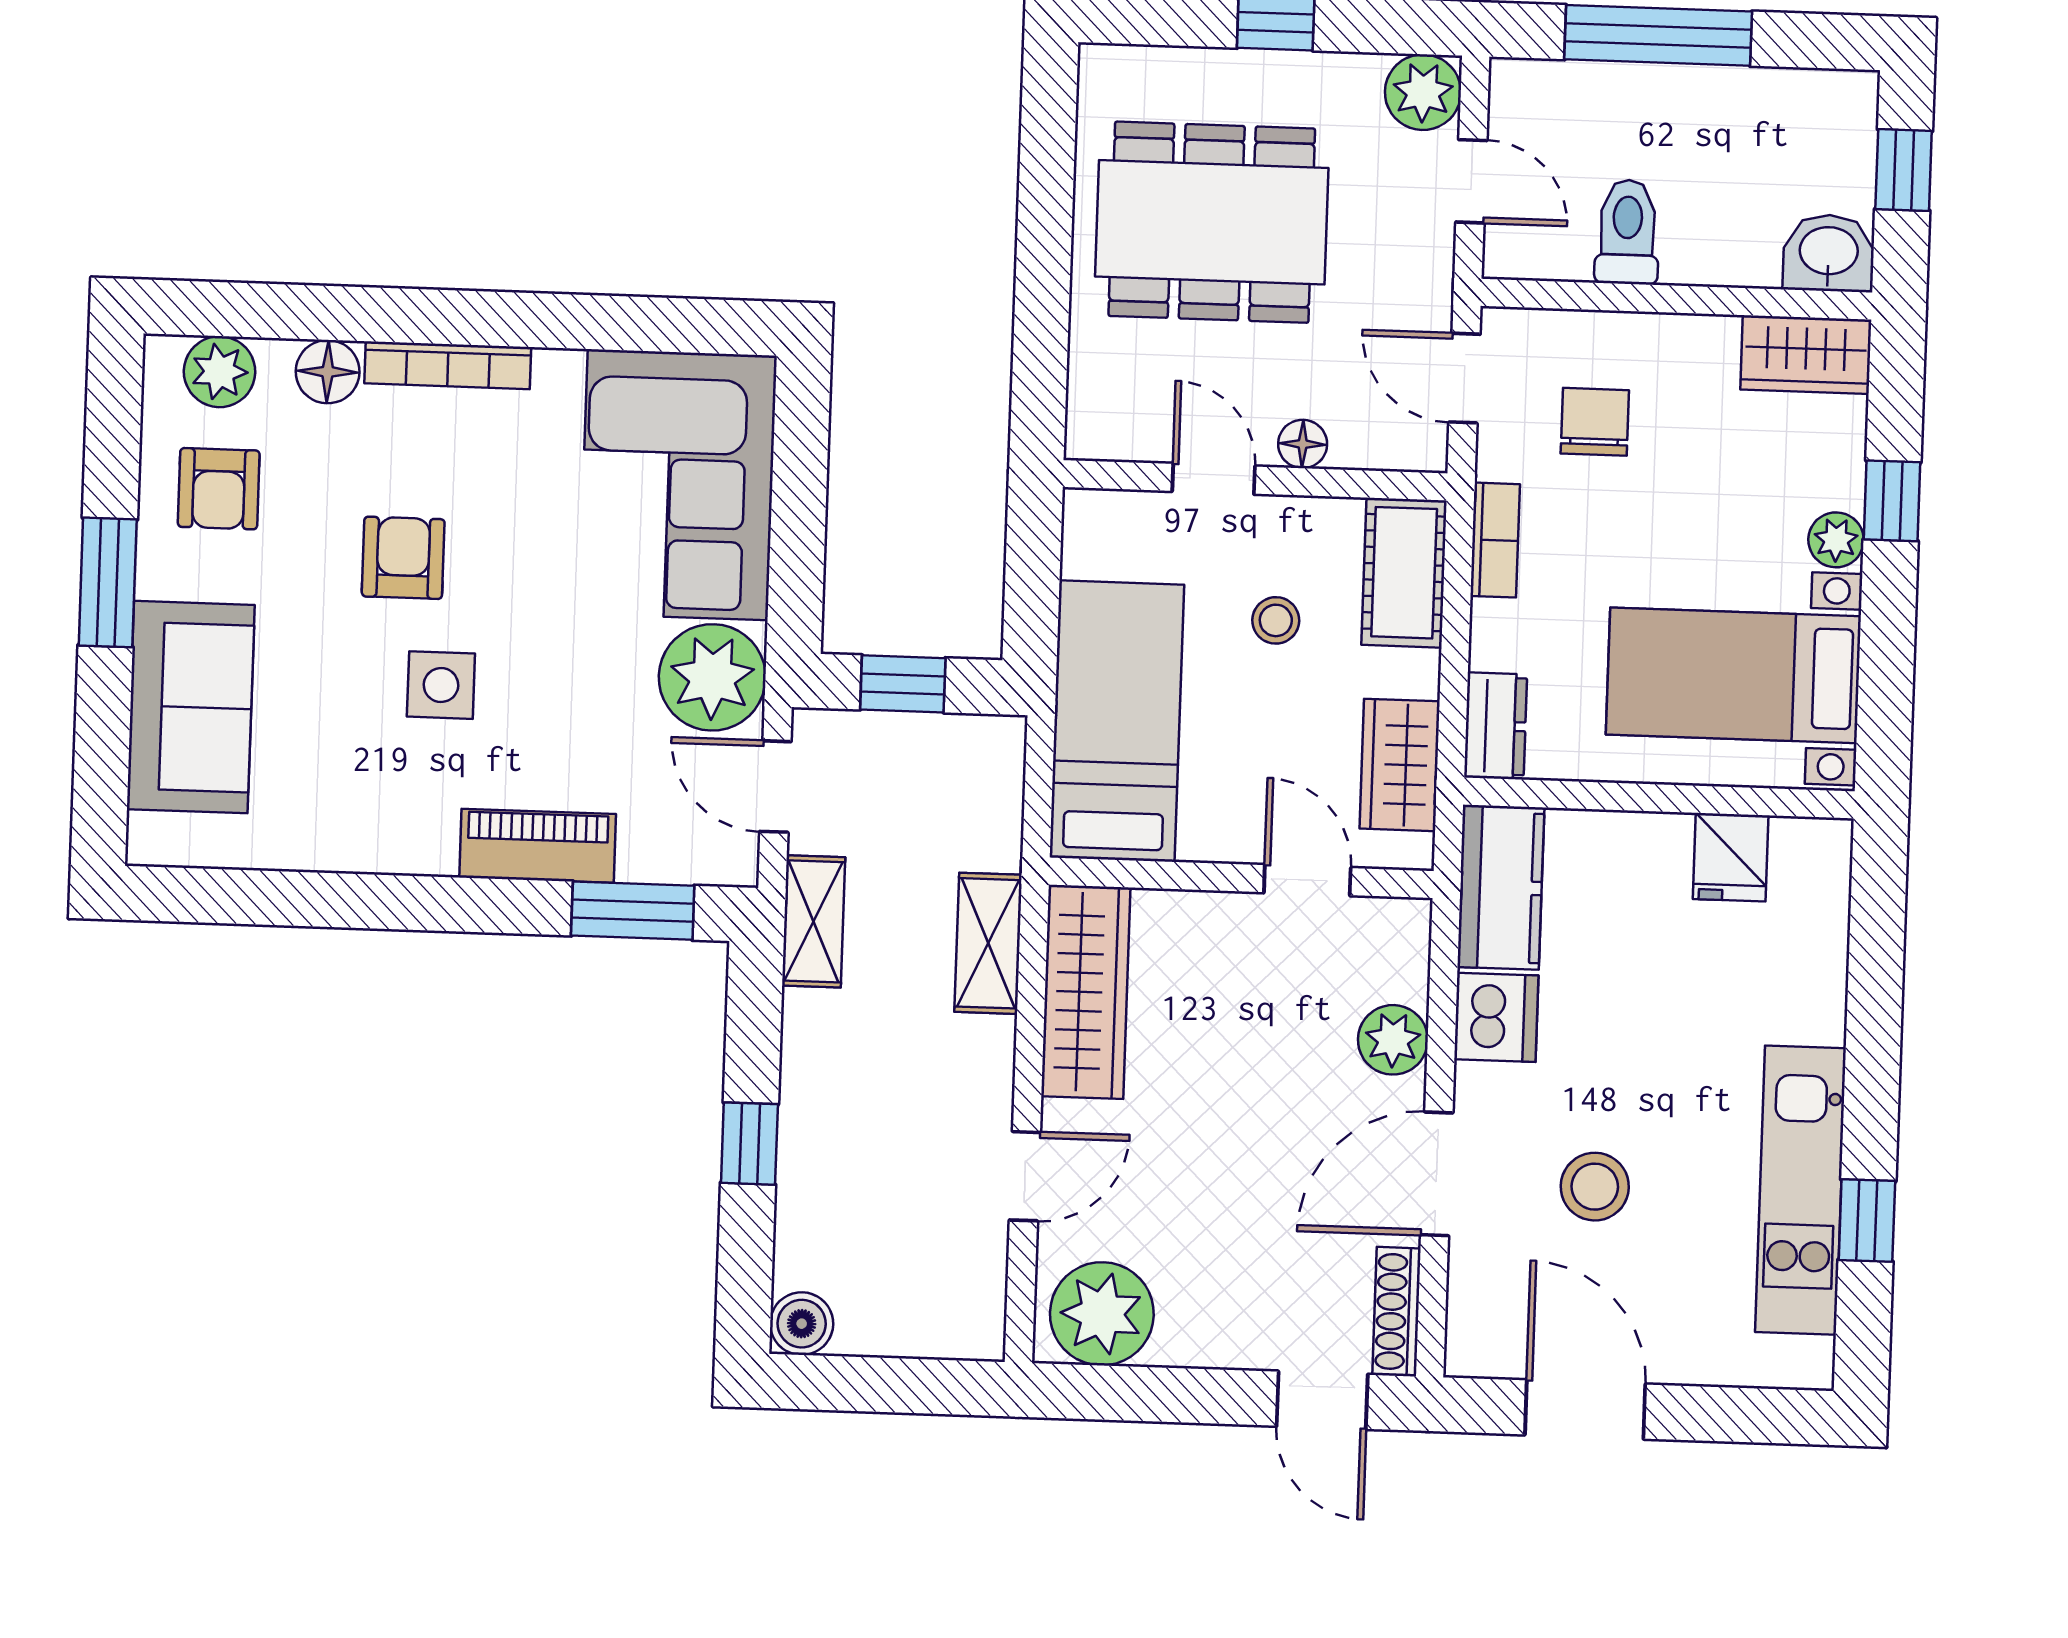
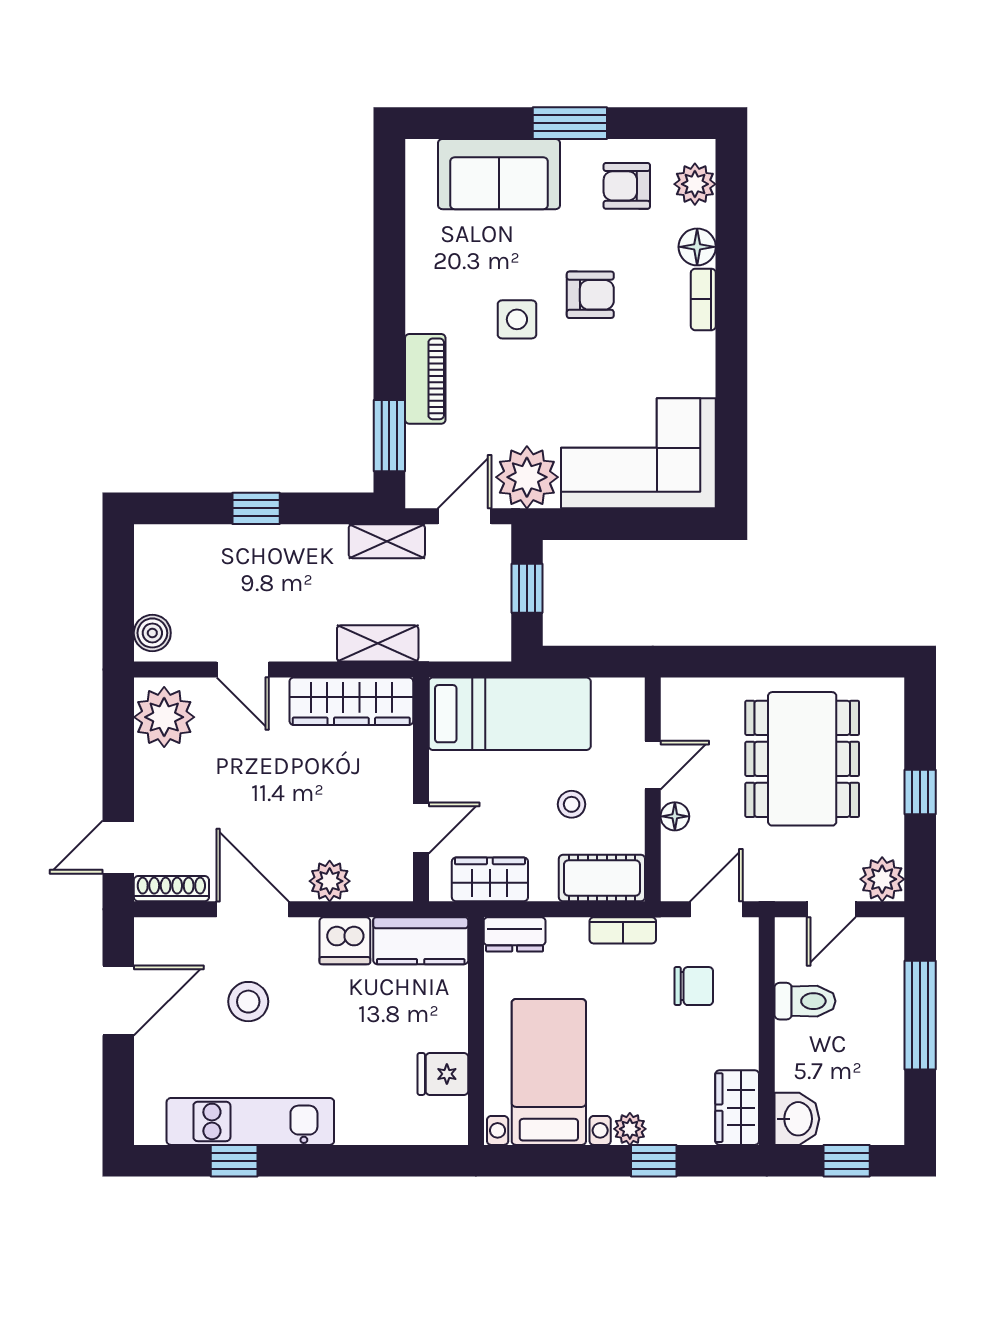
bookcase: (448, 365) -> (703, 299), width x0.64
boiler: (802, 1324) -> (152, 633), moved

